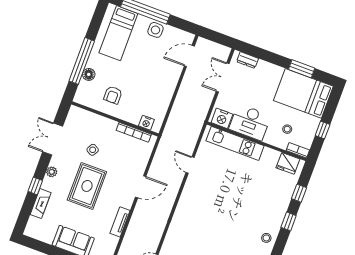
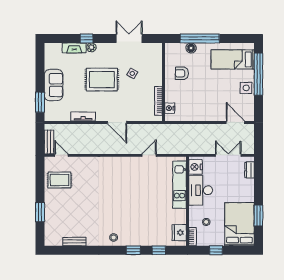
plant: (52, 172) -> (91, 47), moved

